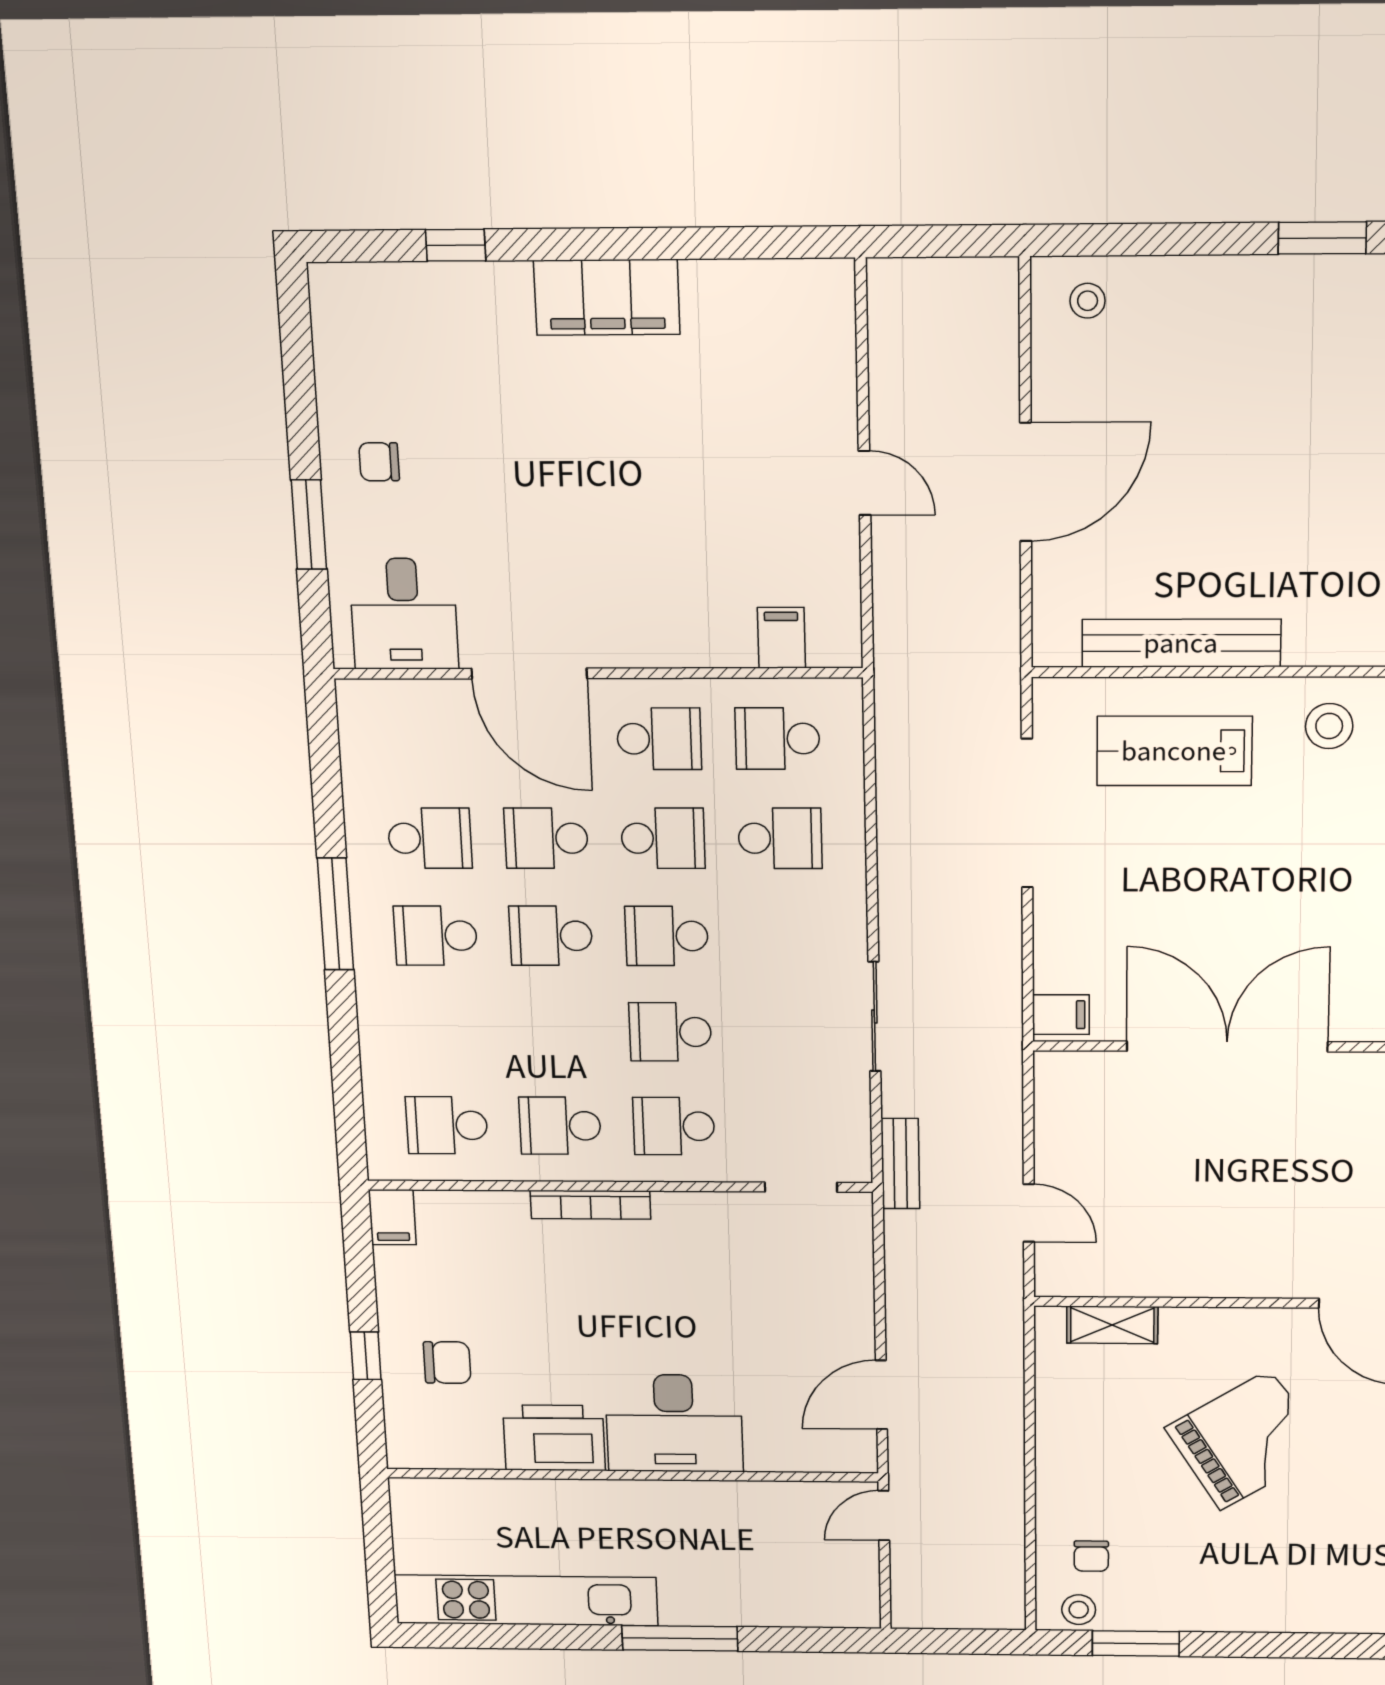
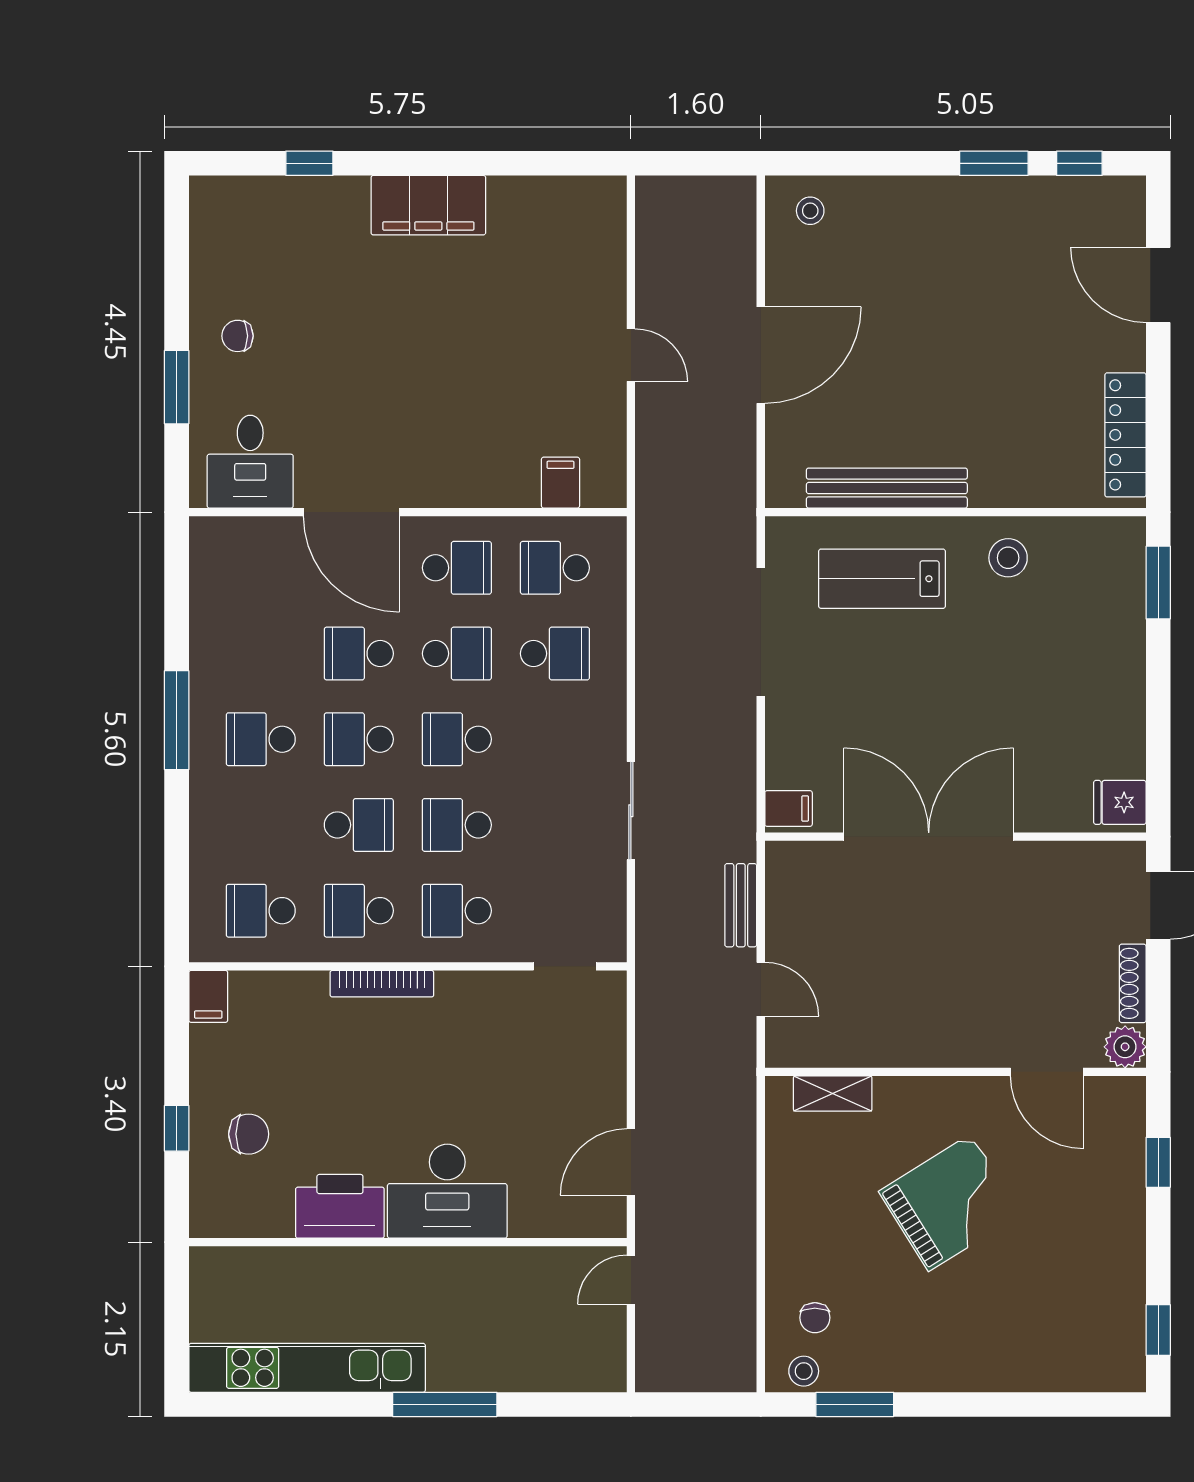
school desk: (430, 838) -> (359, 825), moved
bench: (900, 1164) -> (741, 905), moved

